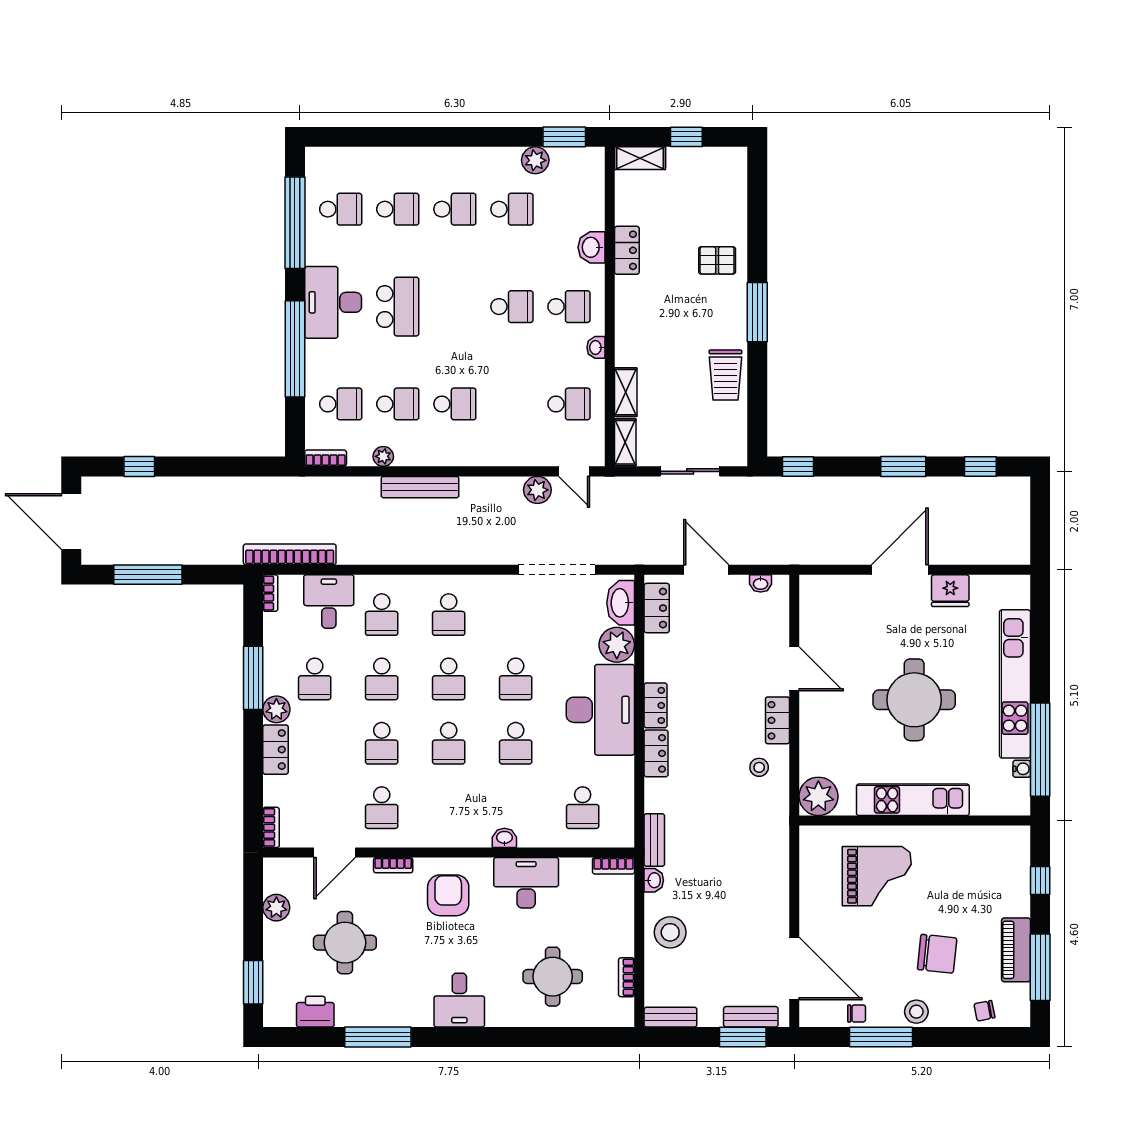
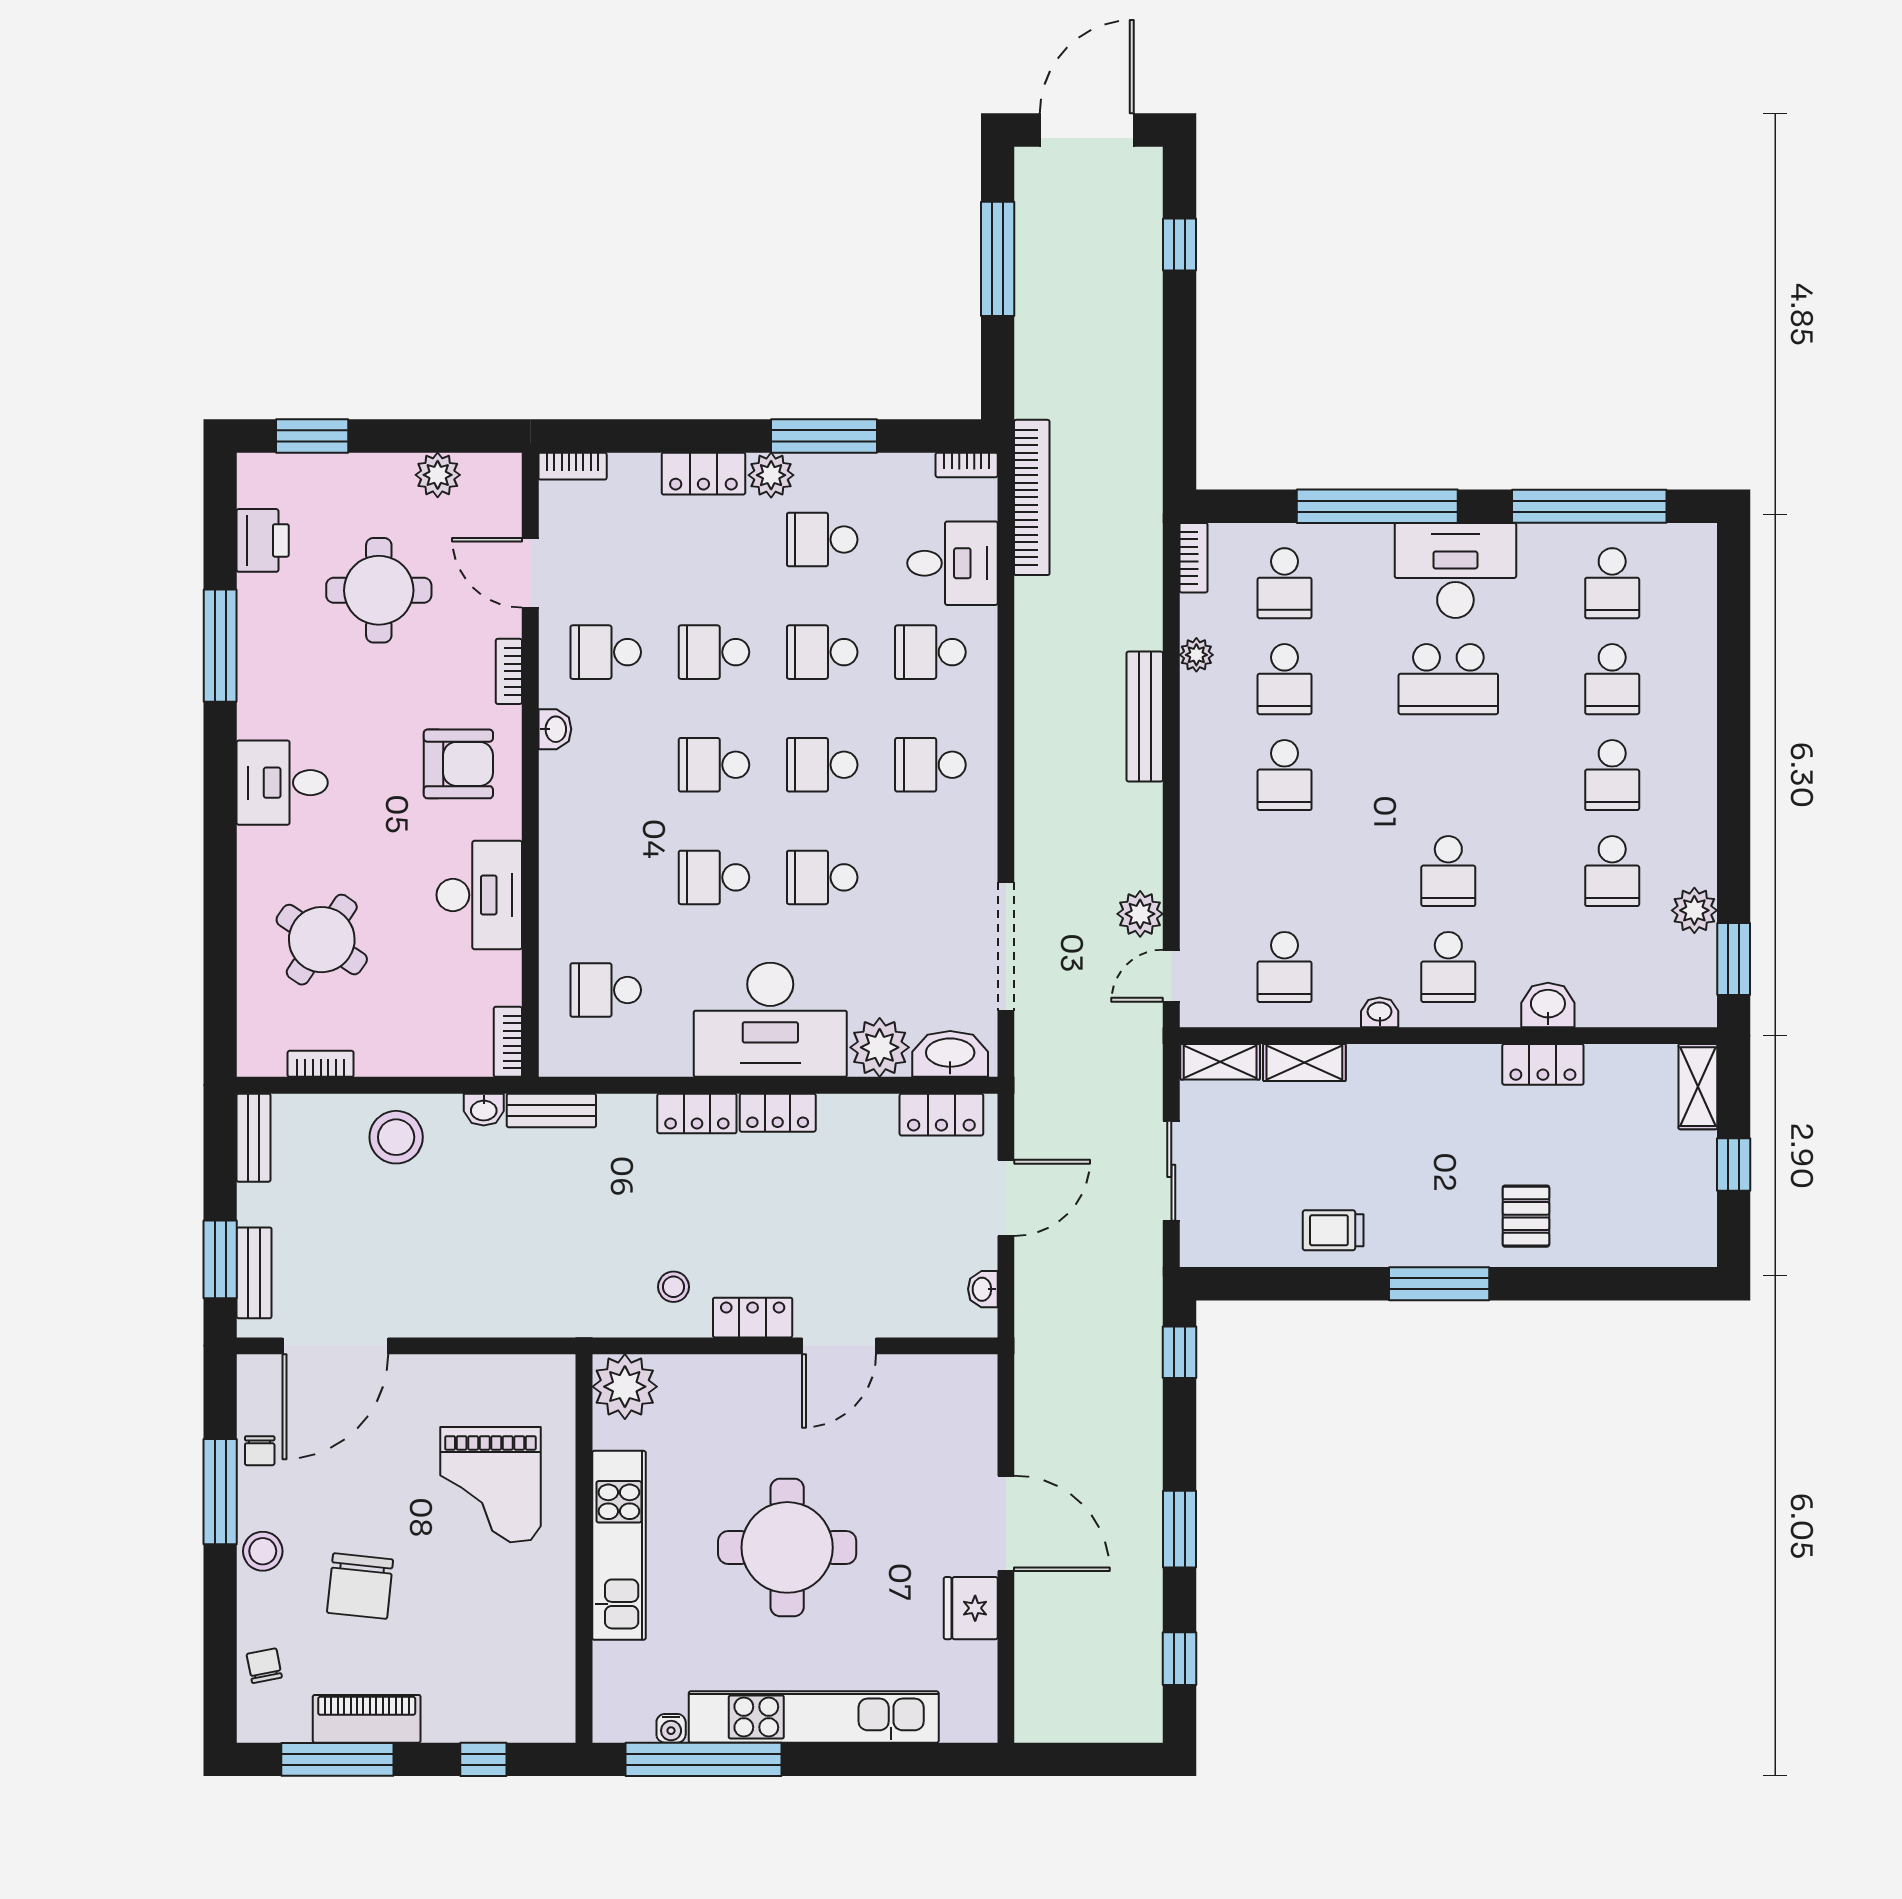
trolley: (725, 375) -> (1333, 1230), width x0.73, depth x0.72
washbasin: (504, 838) -> (555, 729), moved
round table: (553, 977) -> (322, 940), turned 34

